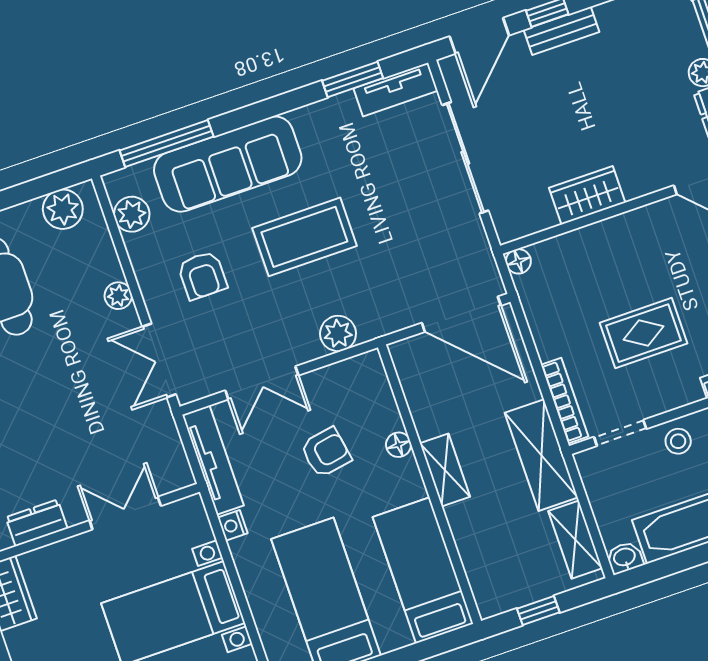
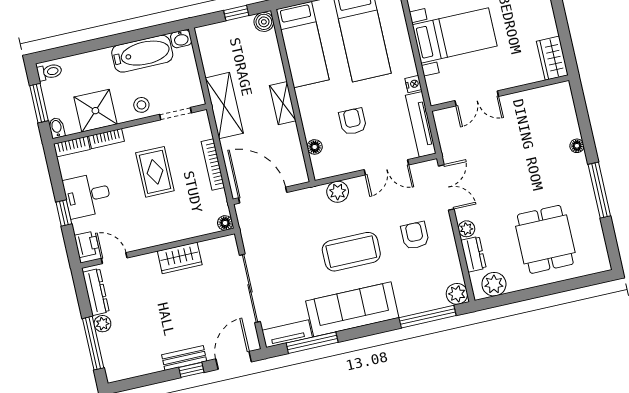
window: (353, 79) -> (312, 343), width x1.44
sofa: (228, 164) -> (352, 309), moved
plant: (132, 214) -> (457, 294), moved
rug: (644, 333) -> (155, 172), turned 90
double door: (262, 383) -> (386, 167), swing flipped
bookcase: (565, 401) -> (213, 164), moved
floor lamp: (398, 445) -> (315, 147), moved
armchair: (326, 452) -> (353, 121), turned 100
dresser: (37, 523) -> (473, 254), moved, turned -90
shelving: (575, 540) -> (209, 53), removed
boiler: (491, 601) -> (264, 22), added

